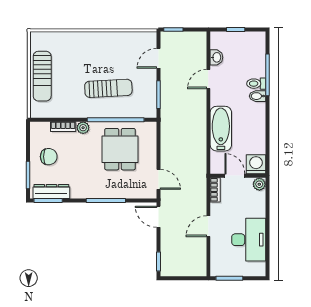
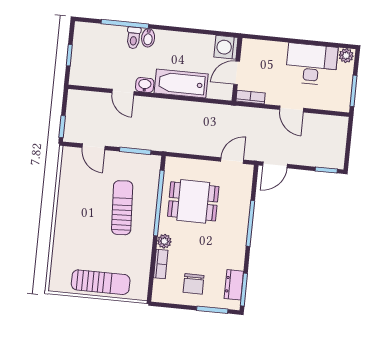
washbasin: (216, 57) -> (145, 85), moved
chair: (49, 157) -> (194, 284), turned 180
plant: (259, 184) -> (346, 56), moved
dresser: (51, 191) -> (234, 285), width x0.70

